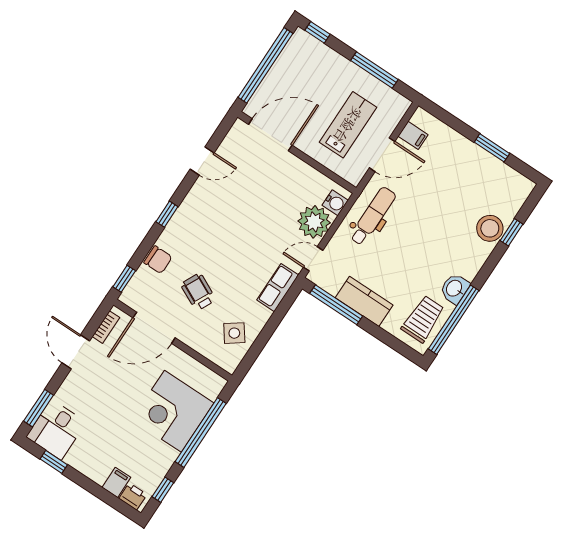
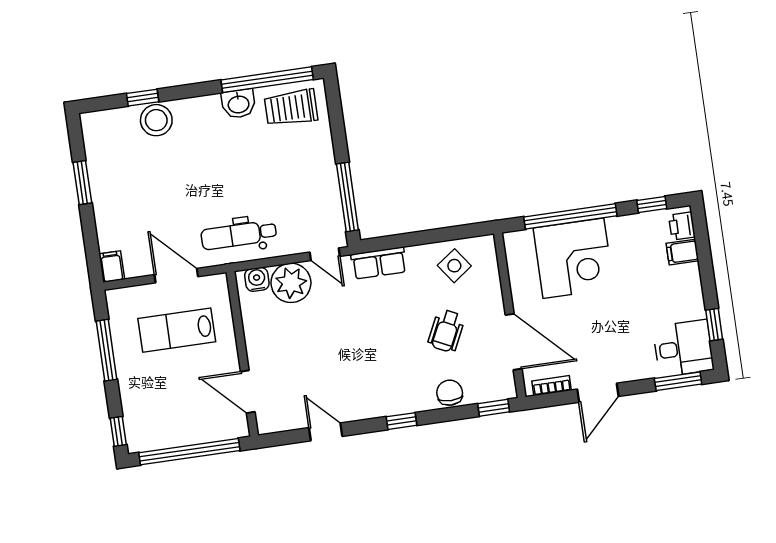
door: (270, 135) -> (248, 392), width x0.73
filing cabinet: (413, 135) -> (112, 267), moved
kitchen counter: (364, 301) -> (322, 175), removed

